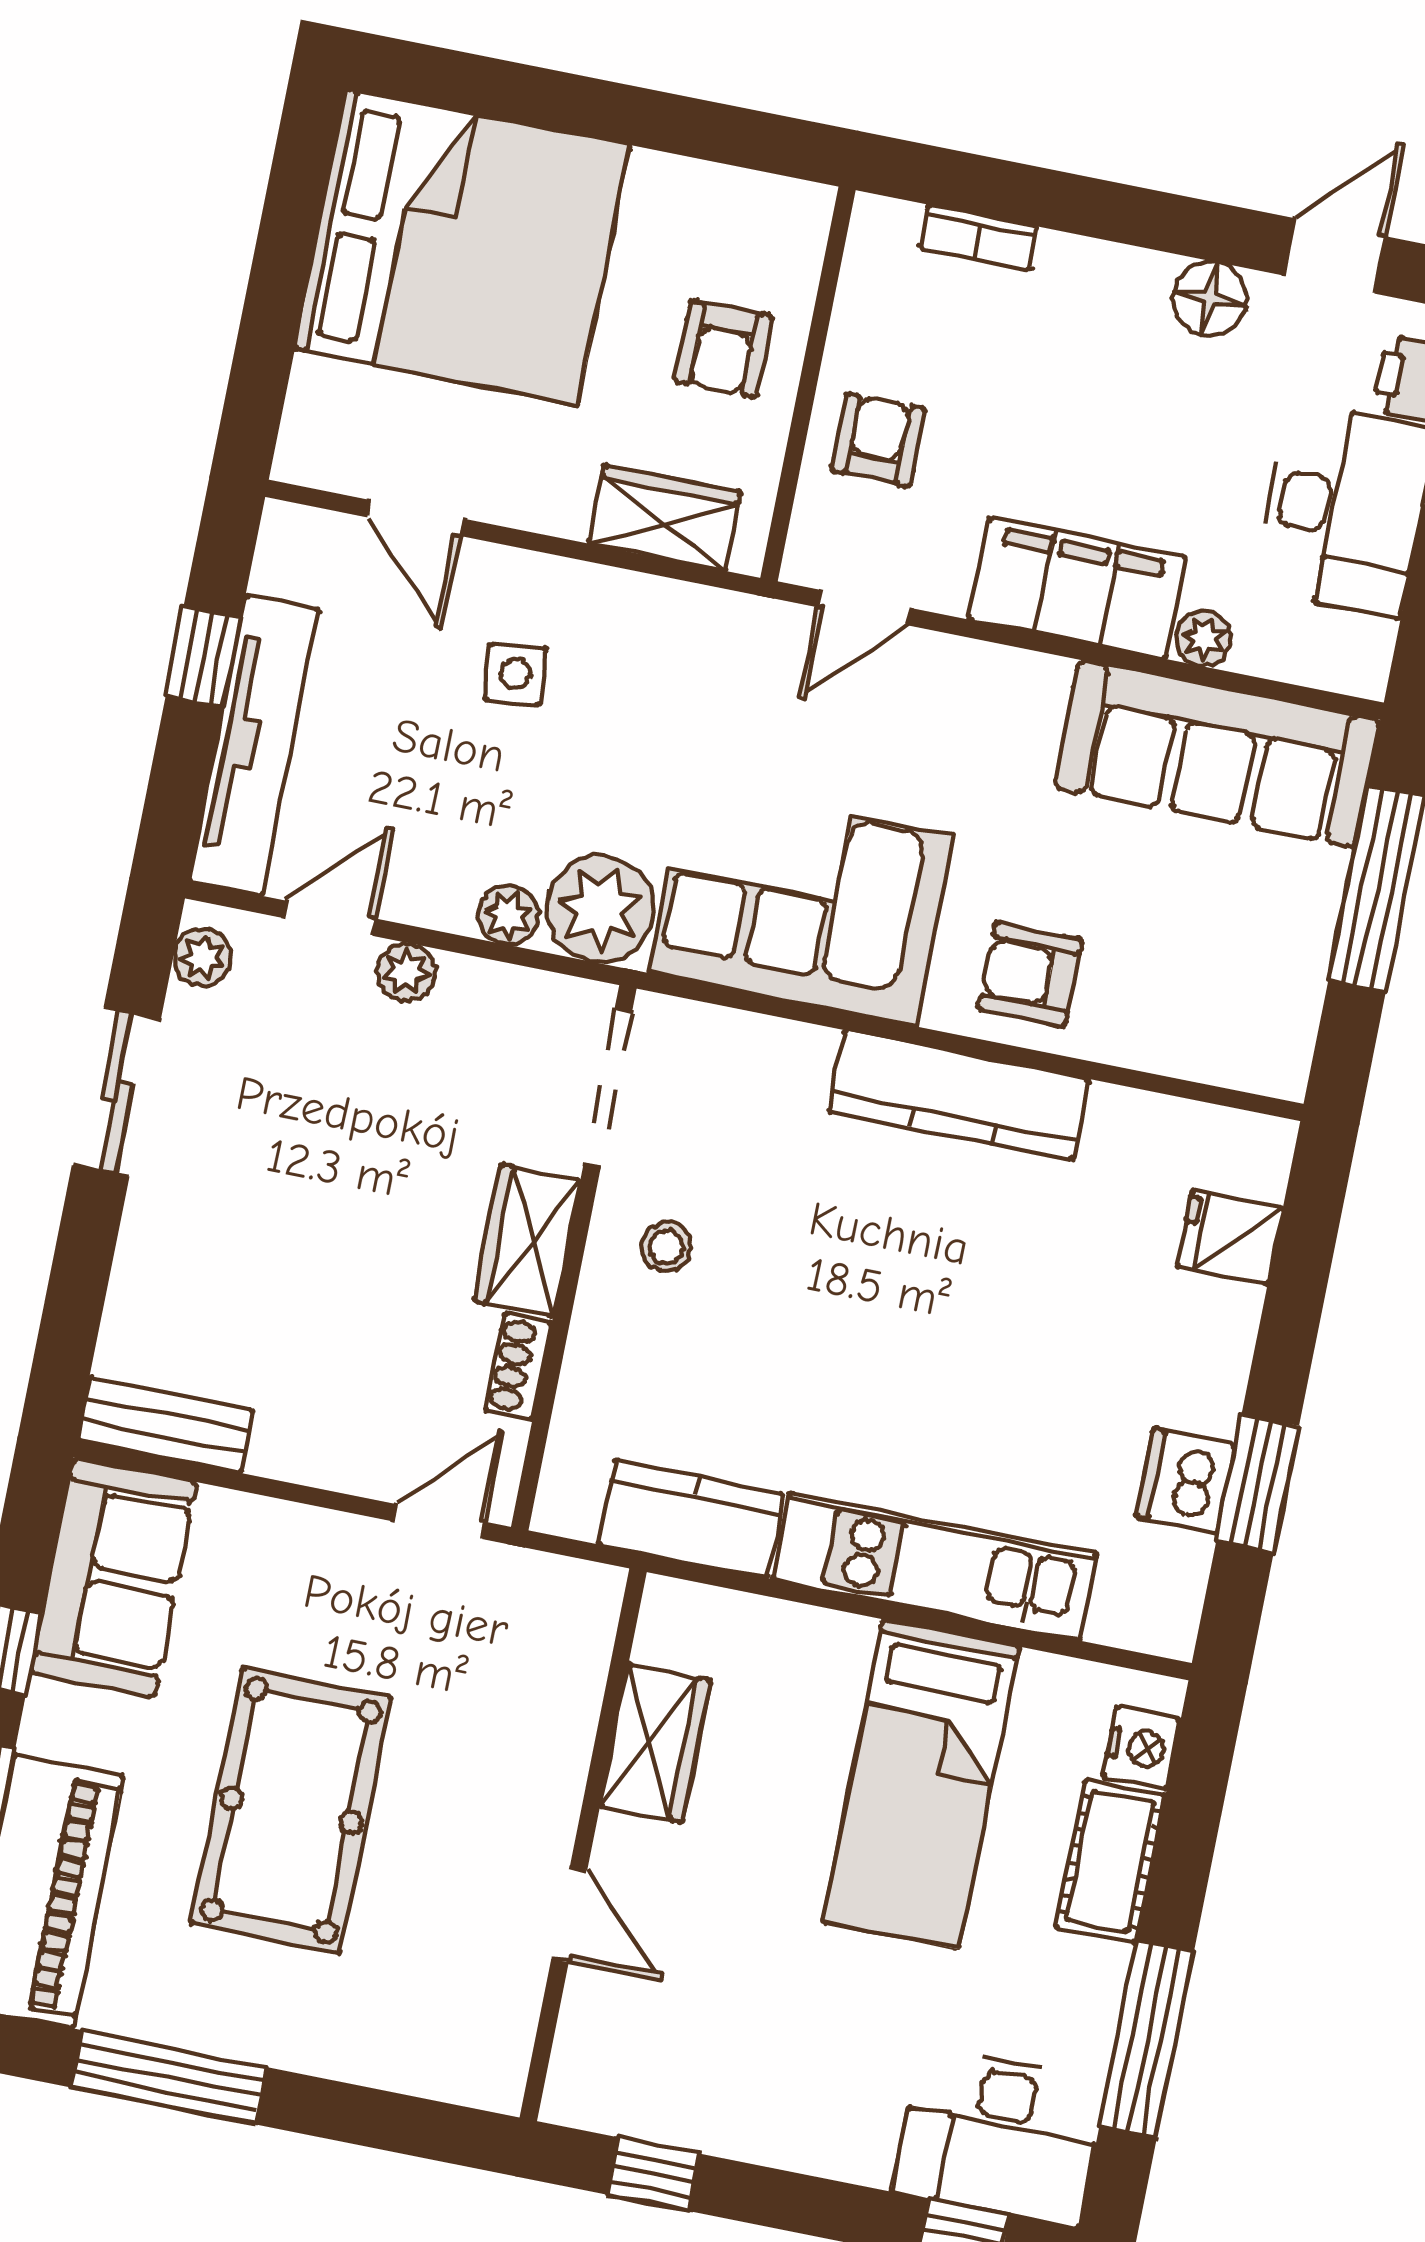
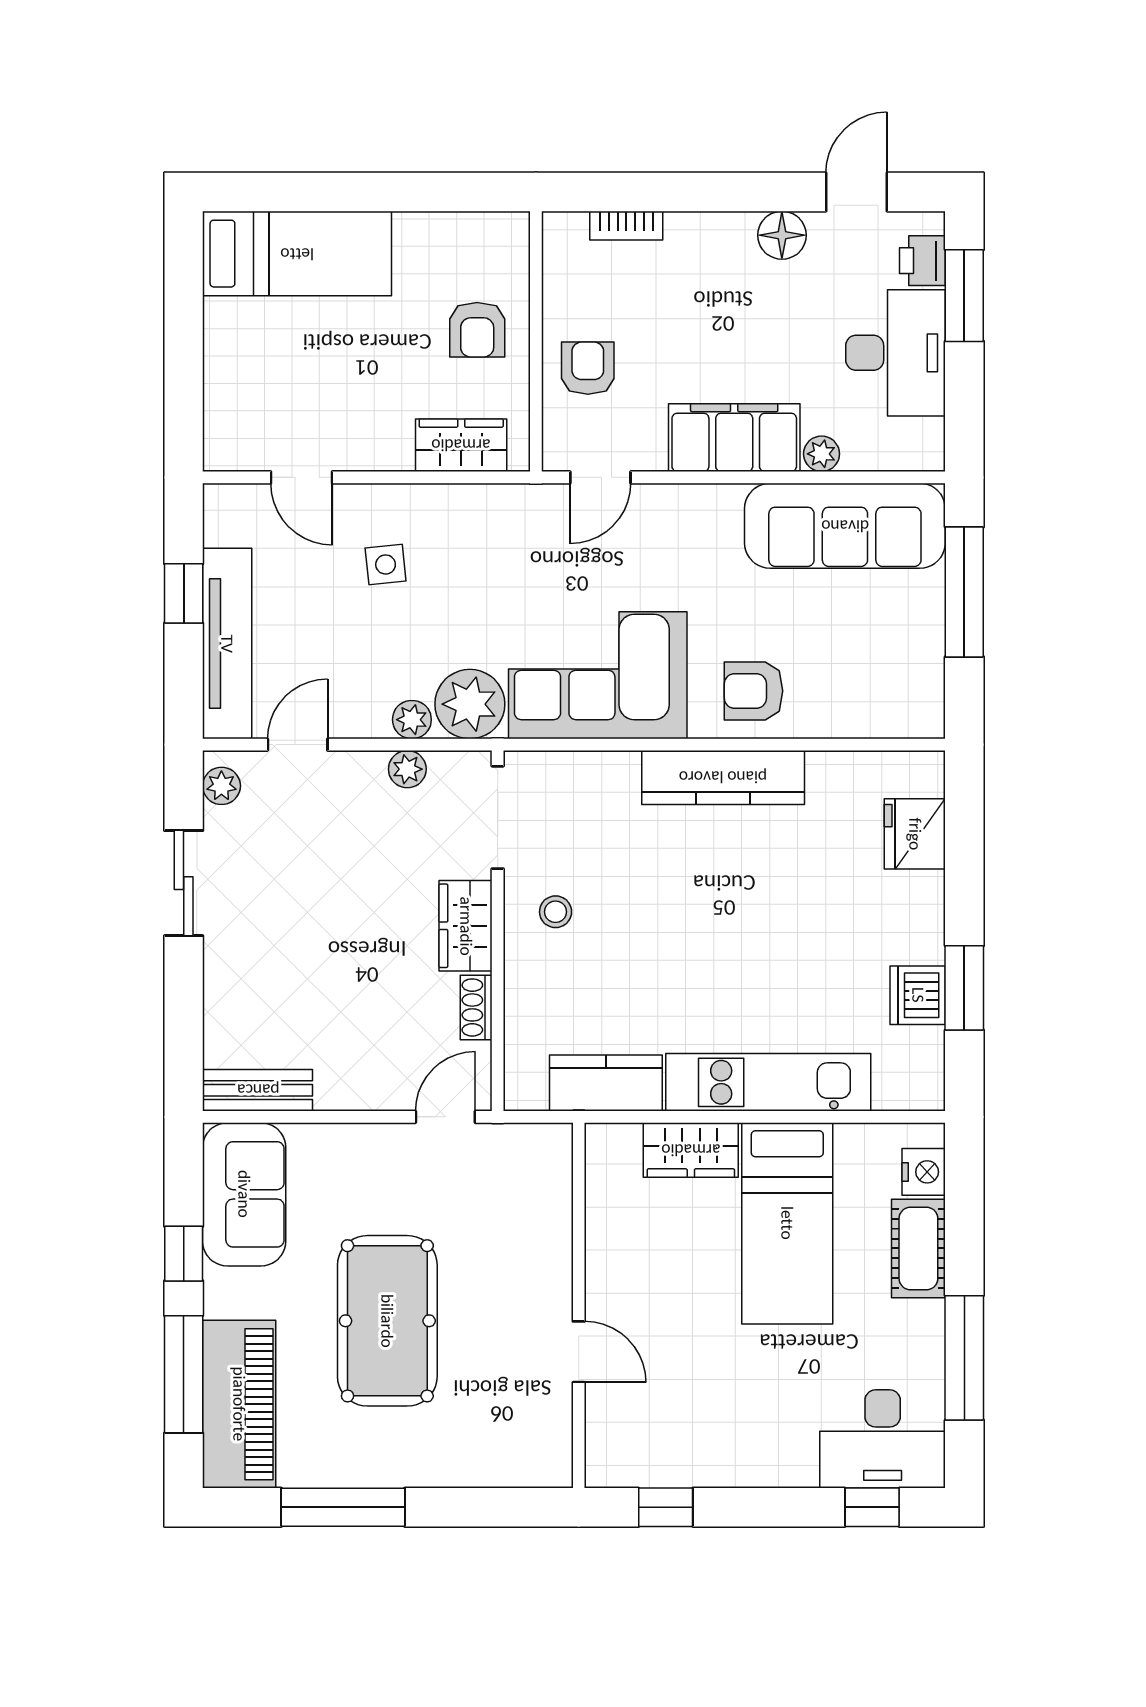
bed: (462, 247) -> (297, 254), width x0.49
plant: (406, 972) -> (407, 769), moved
fridge: (1230, 1238) -> (915, 834), width x1.38
wardrobe: (655, 1743) -> (691, 1150), moved, turned 90

